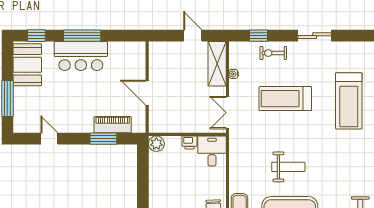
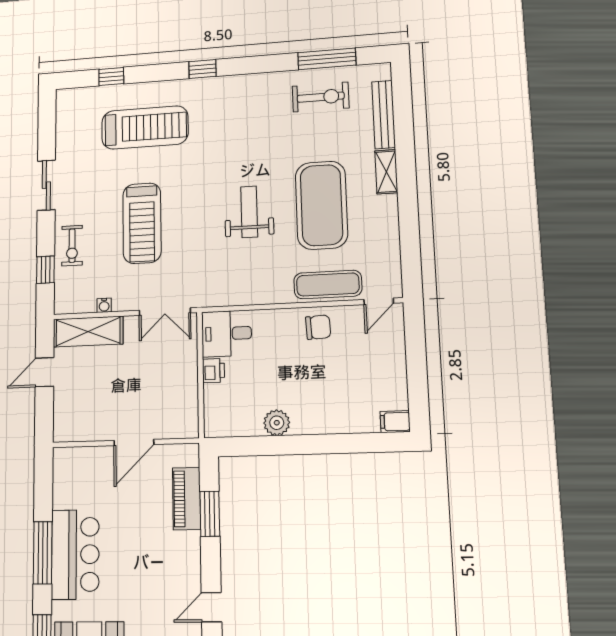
plant: (156, 144) -> (277, 423), moved

